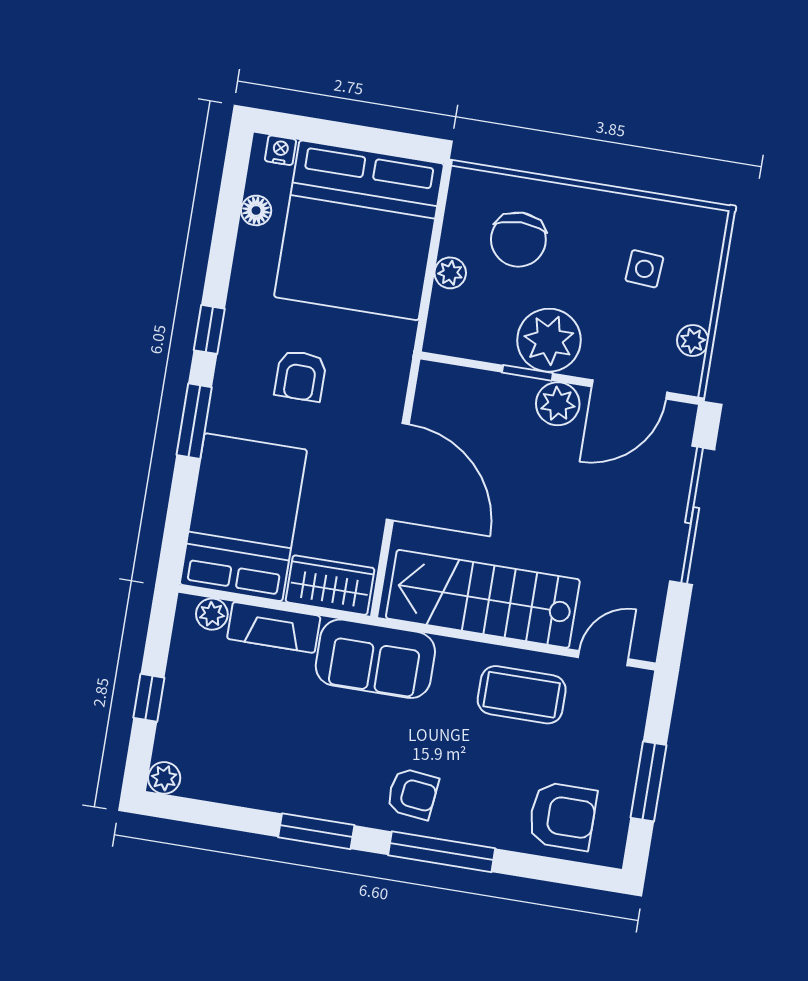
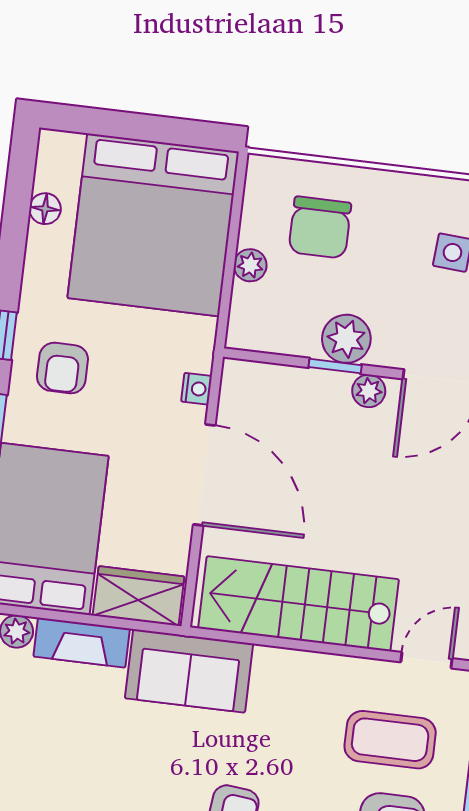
nightstand: (280, 150) -> (197, 389), moved, turned 90
plant: (549, 340) -> (346, 339), width x0.73, depth x0.73
armchair: (300, 376) -> (62, 368), moved
plant: (558, 404) -> (369, 391), width x0.73, depth x0.73
coffee table: (522, 695) -> (390, 740), moved

